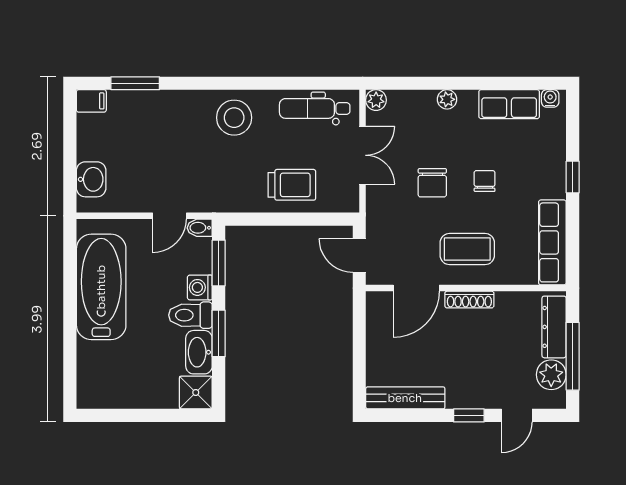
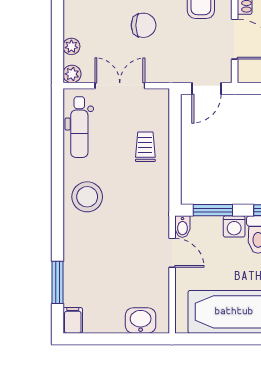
plant: (447, 99) -> (71, 46), moved
trolley: (292, 185) -> (145, 147), width x0.73, depth x0.72

